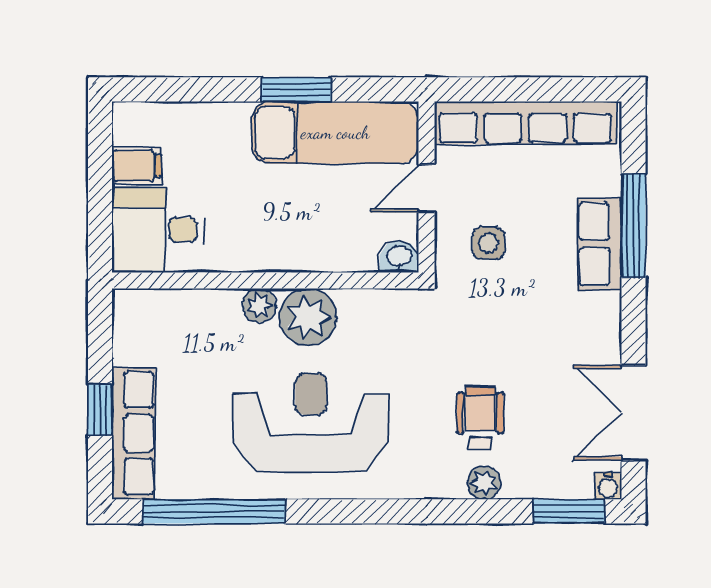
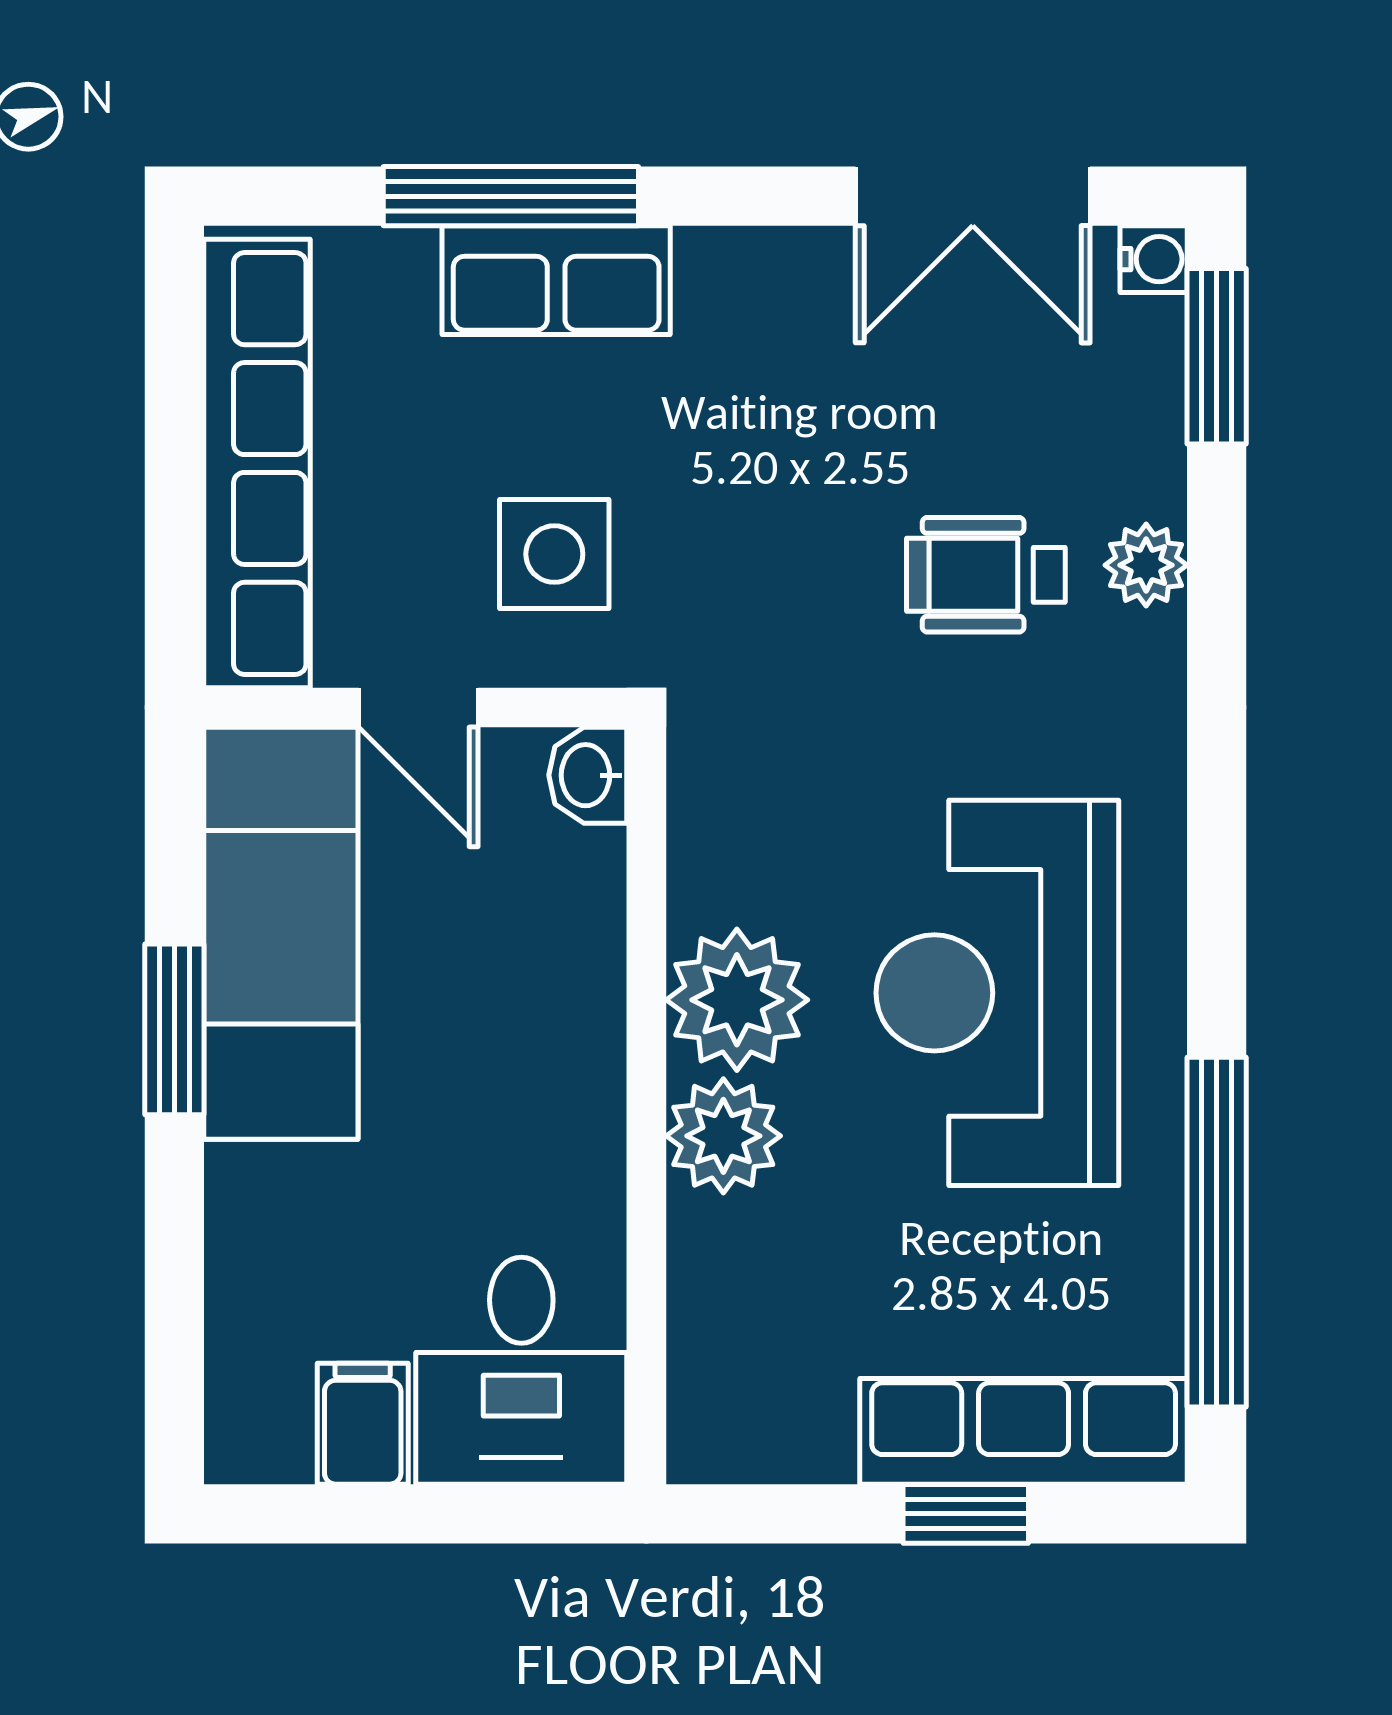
side table: (489, 243) -> (554, 554), width x1.37, depth x1.37
plant: (259, 305) -> (723, 1136), width x1.38, depth x1.38

